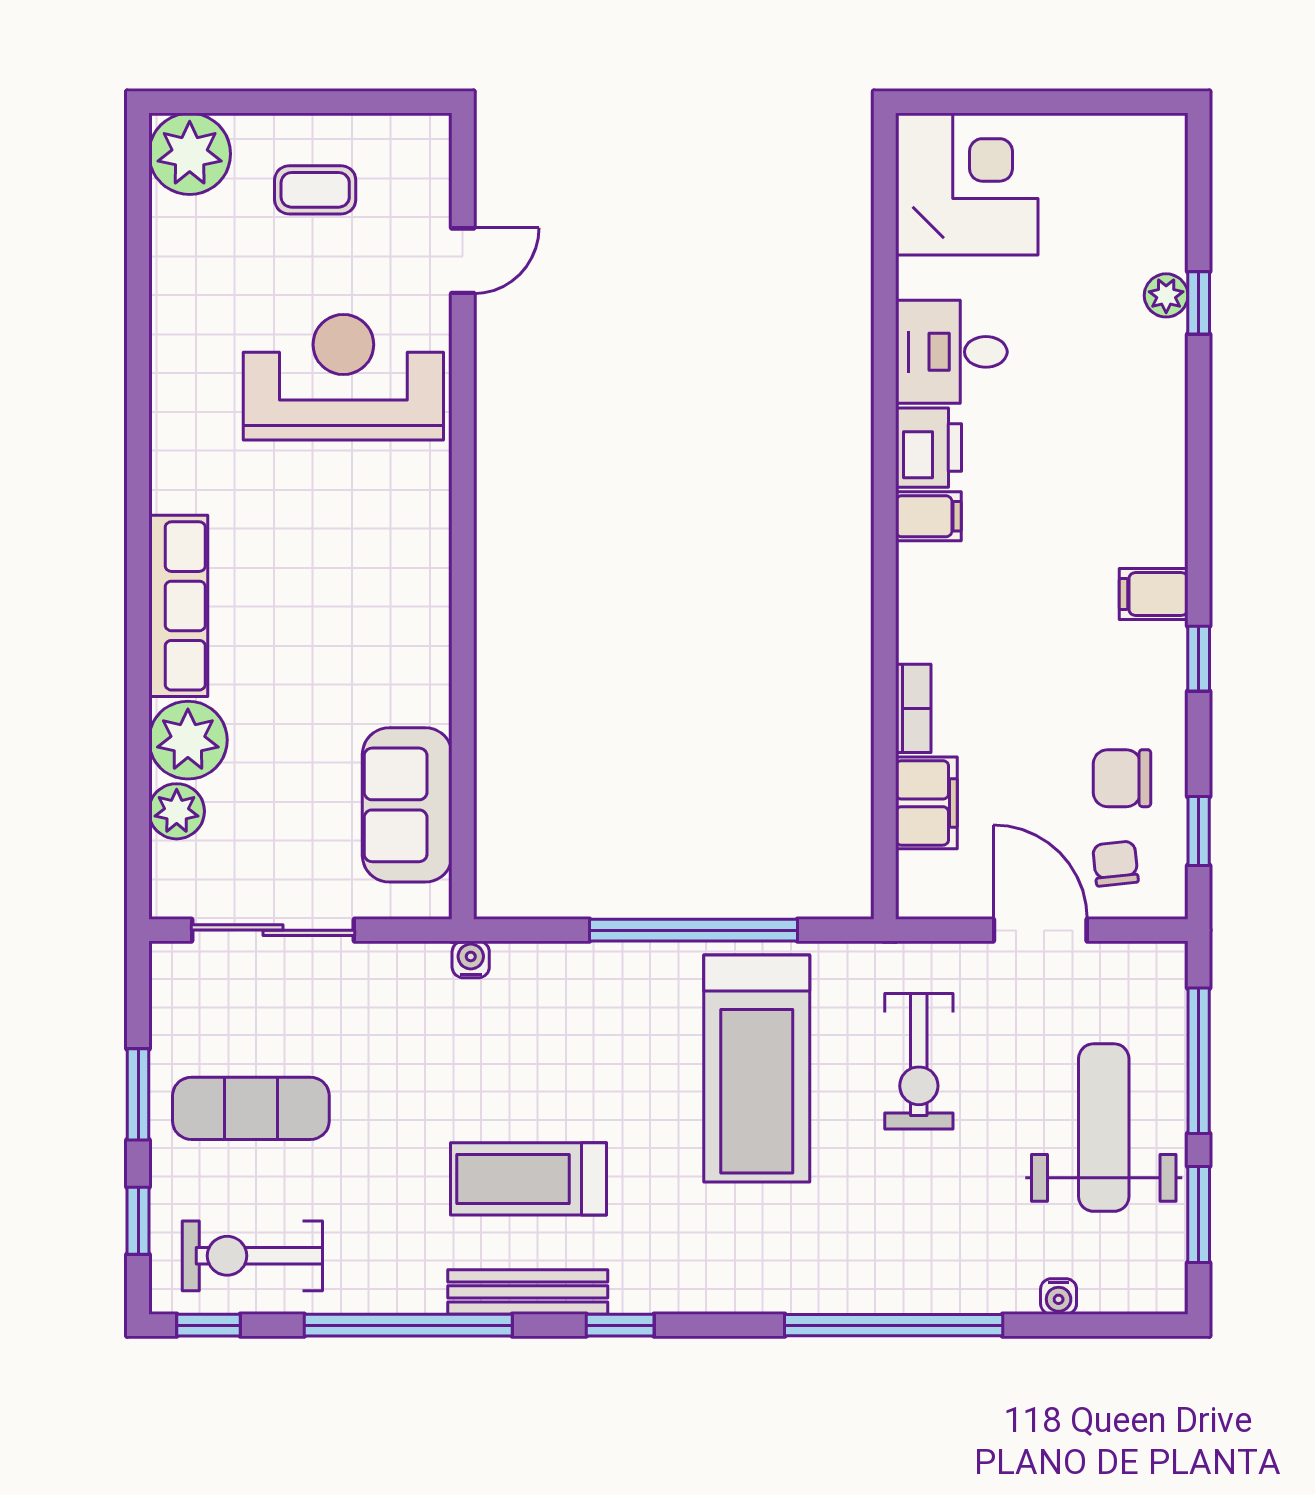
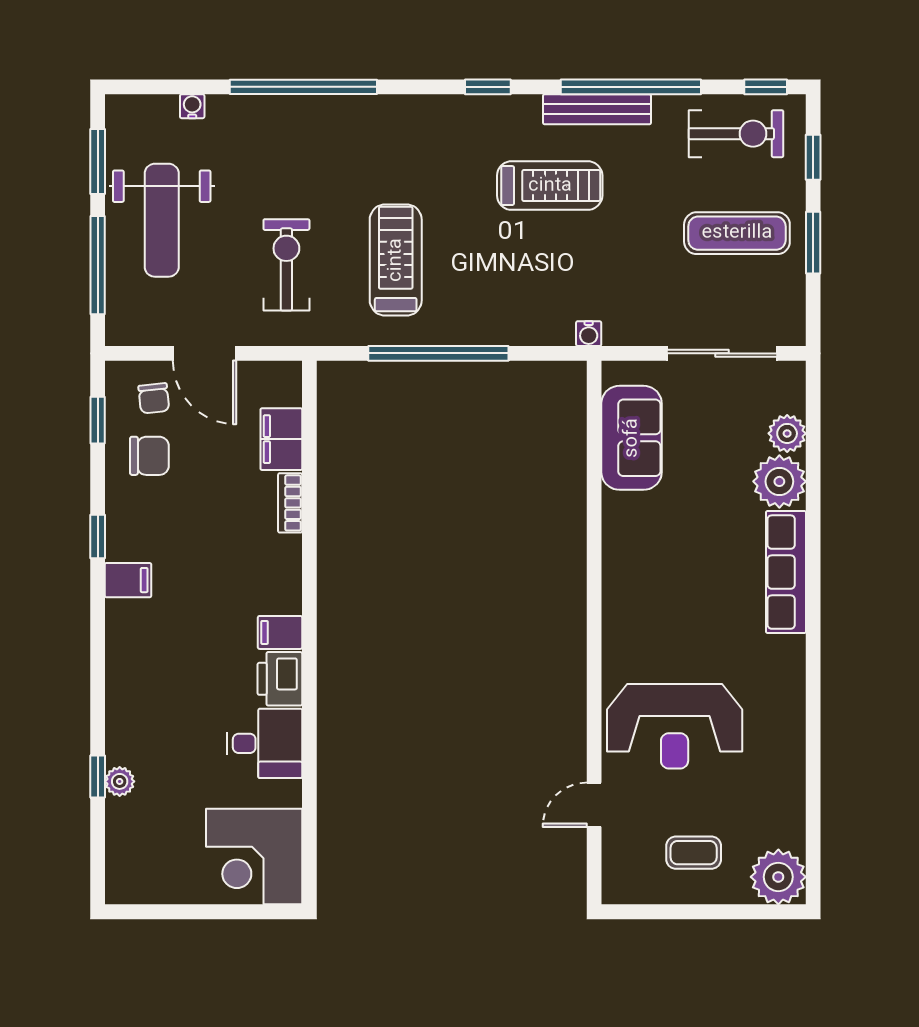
treadmill: (757, 1068) -> (396, 260), width x0.73, depth x0.73
bench: (528, 1292) -> (597, 109), moved

